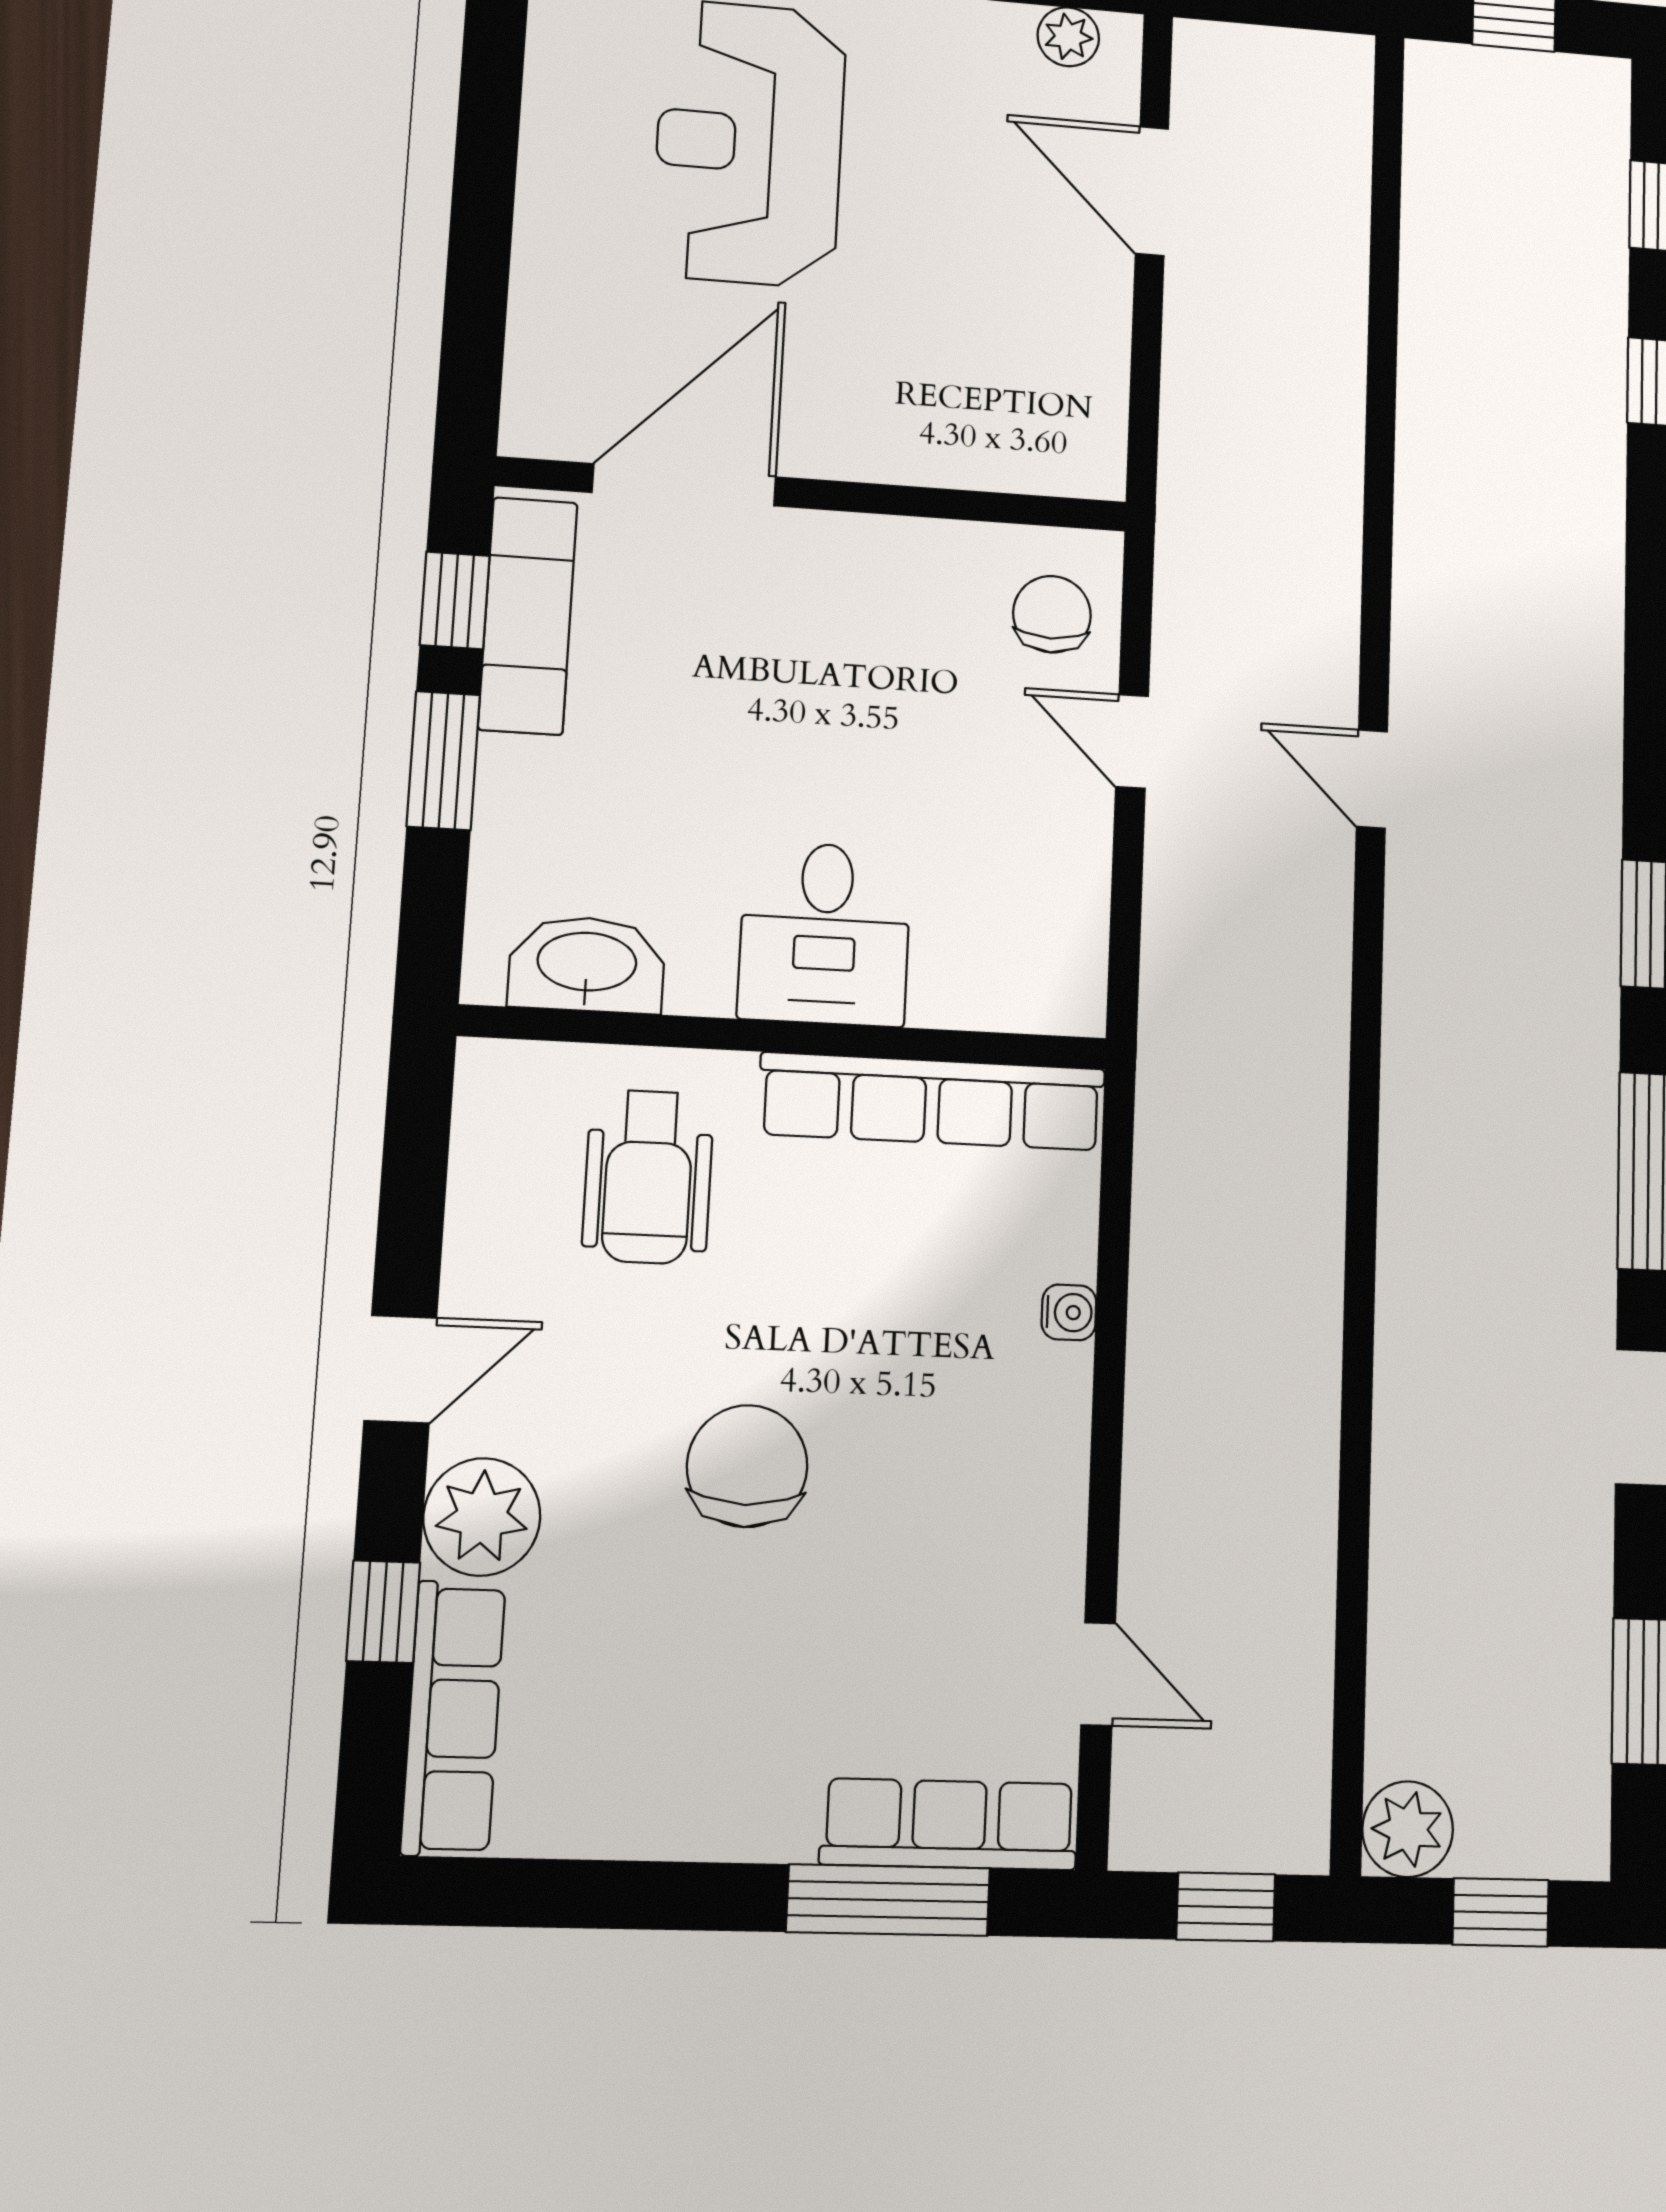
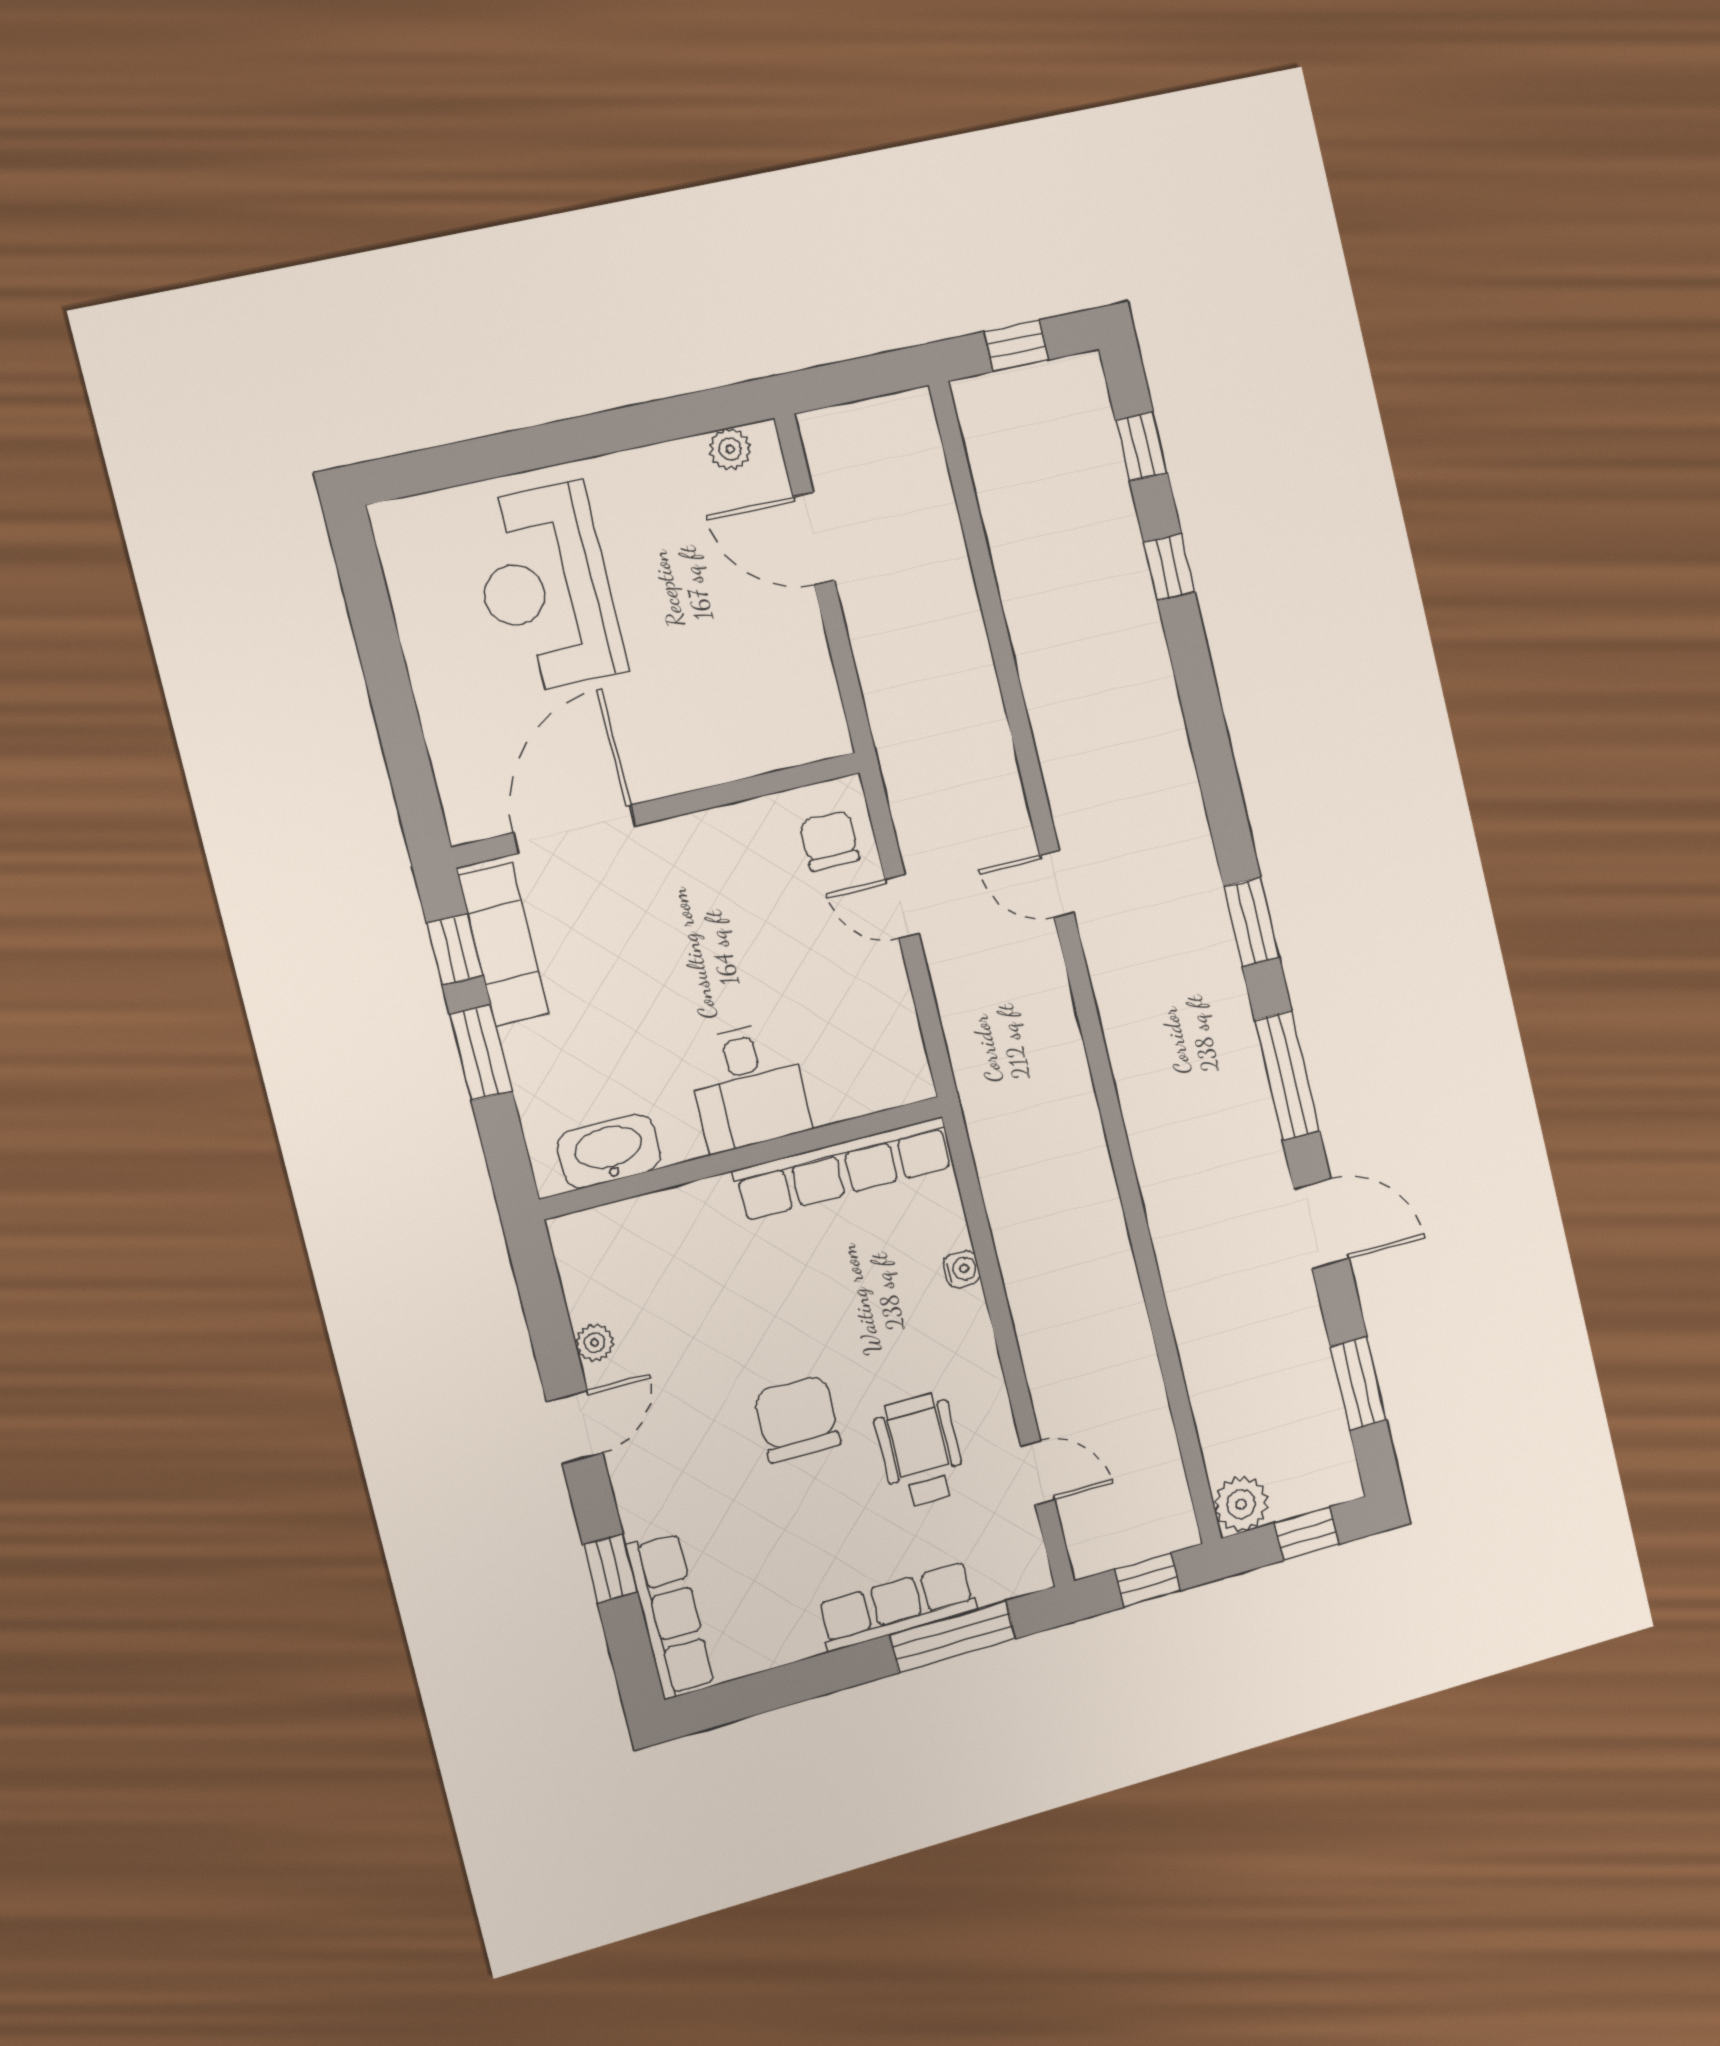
wheelchair: (648, 1177) -> (920, 1450), moved, turned 180
plant: (482, 1517) -> (595, 1343), moved, width x0.53, depth x0.53
row of seats: (949, 1824) -> (897, 1607), moved

